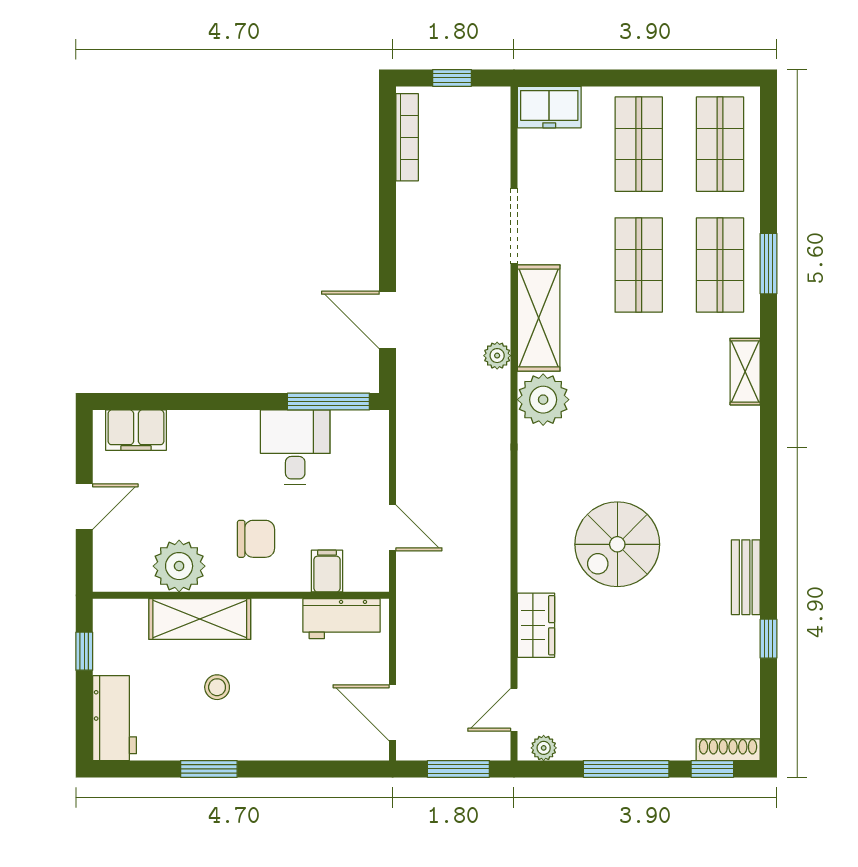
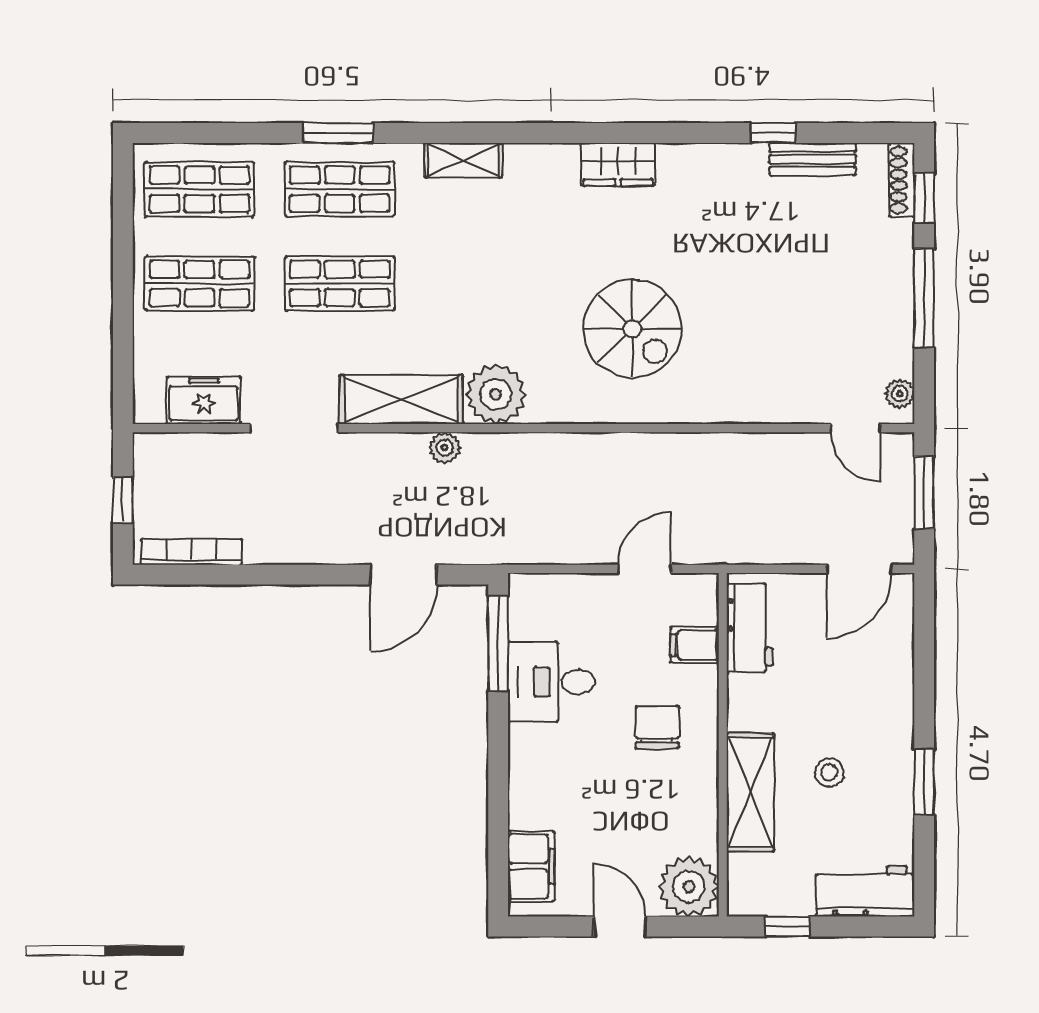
freezer: (549, 107) -> (204, 400), moved, turned -90
spiral stairs: (617, 544) -> (632, 329), moved
plant: (179, 566) -> (689, 887), moved
bench: (746, 577) -> (813, 159), moved
wardrobe: (536, 625) -> (618, 164), moved, turned 180

